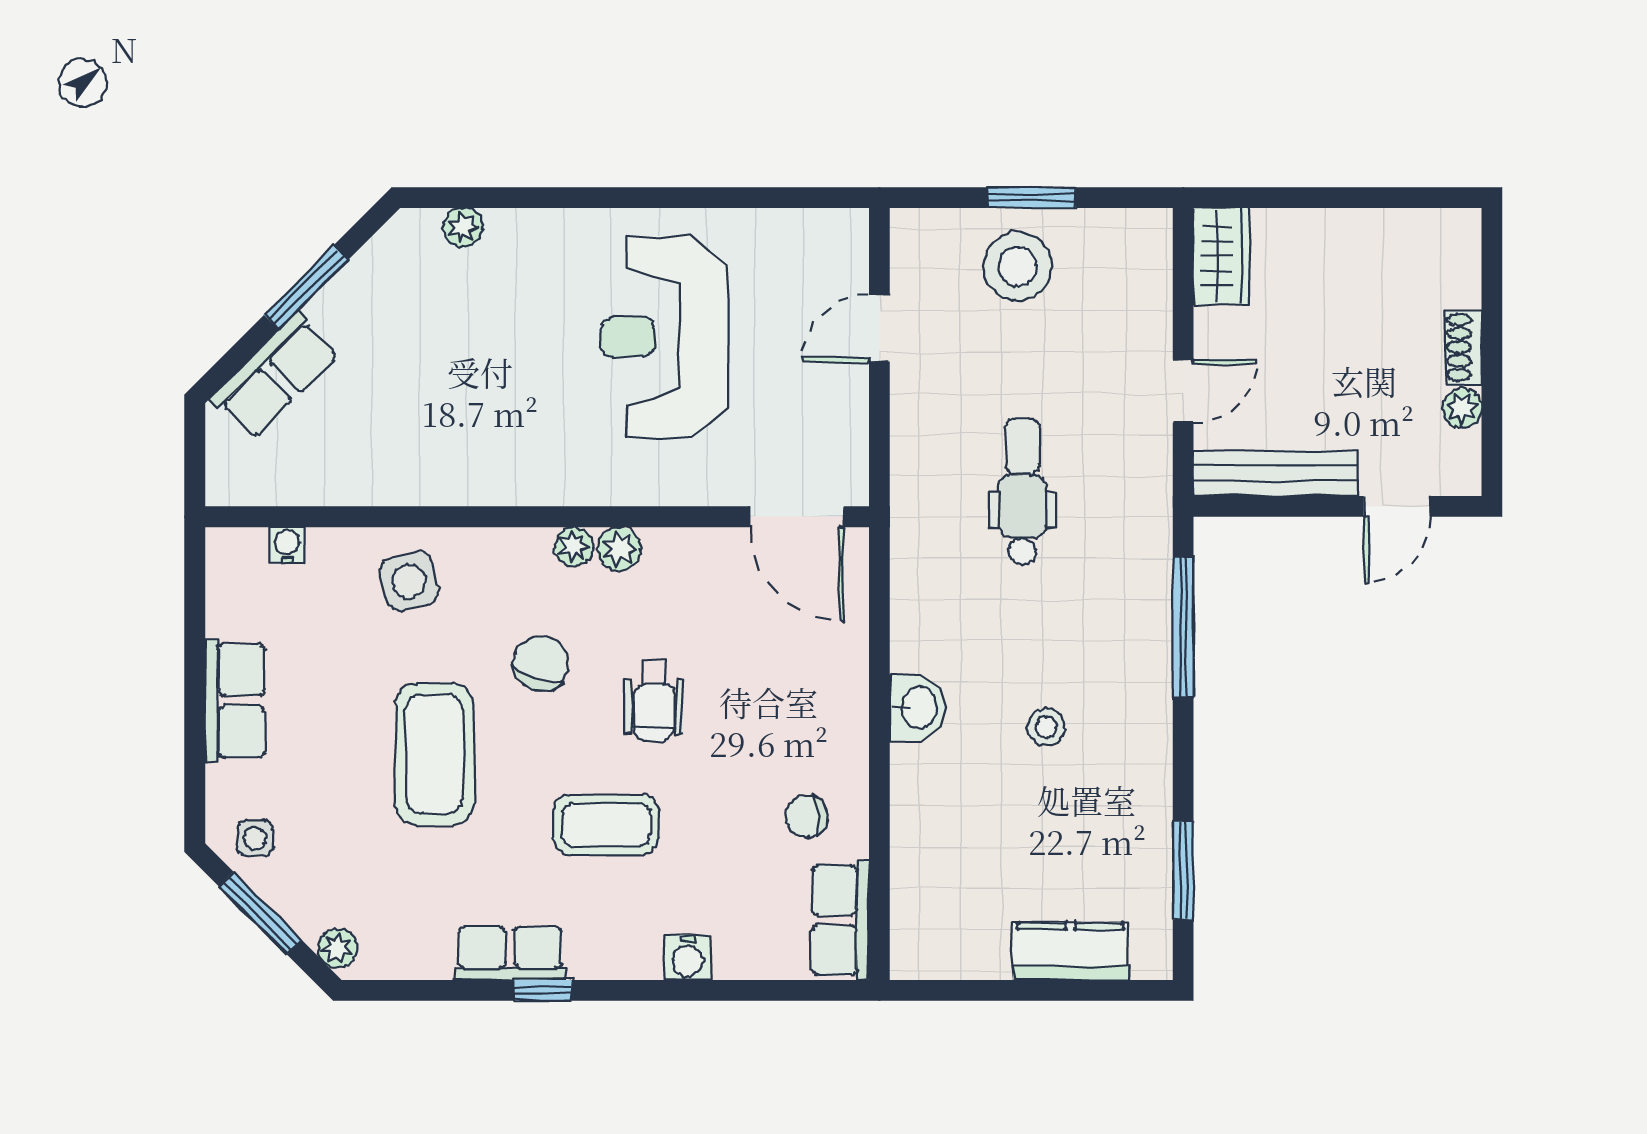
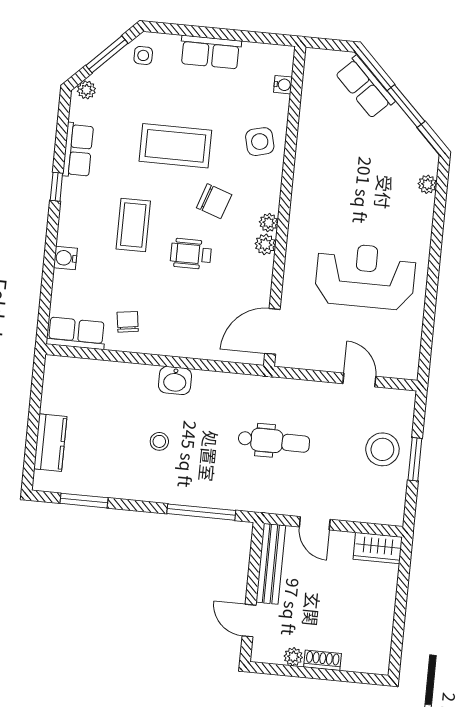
row of seats: (510, 953) -> (78, 150), moved

